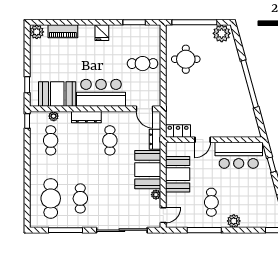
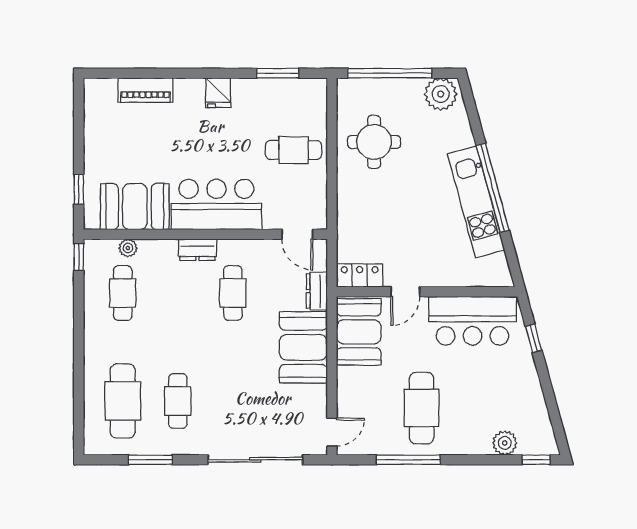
plant: (37, 32) -> (97, 91), removed
kitchen unit: (241, 91) -> (476, 202), added
dresser: (86, 117) -> (197, 250), width x0.70
booth: (178, 174) -> (359, 332), moved
plant: (156, 195) -> (318, 394), removed
cafe table: (211, 202) -> (422, 408), width x1.37, depth x1.35
plant: (234, 221) -> (505, 443), moved
window: (66, 230) -> (150, 460), width x0.69

